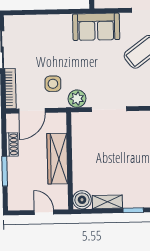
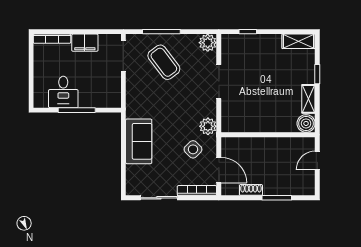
sofa: (96, 27) -> (139, 141), moved
side table: (53, 84) -> (193, 149), turned 45
doorway: (109, 109) -> (219, 82), moved
wardrobe: (57, 159) -> (266, 147), removed

